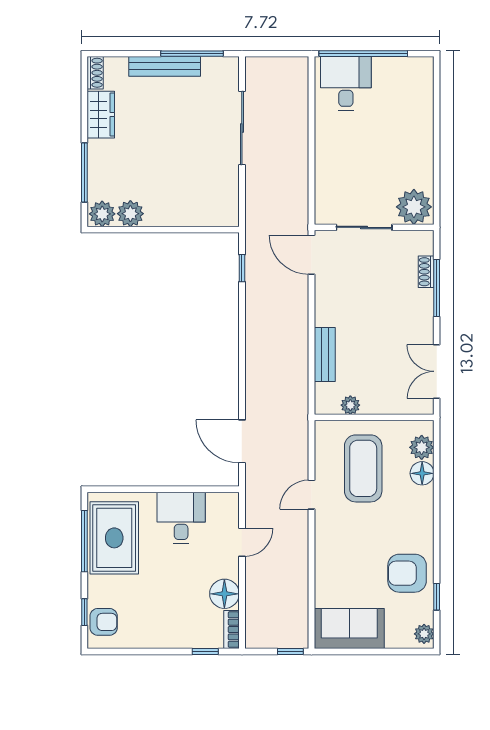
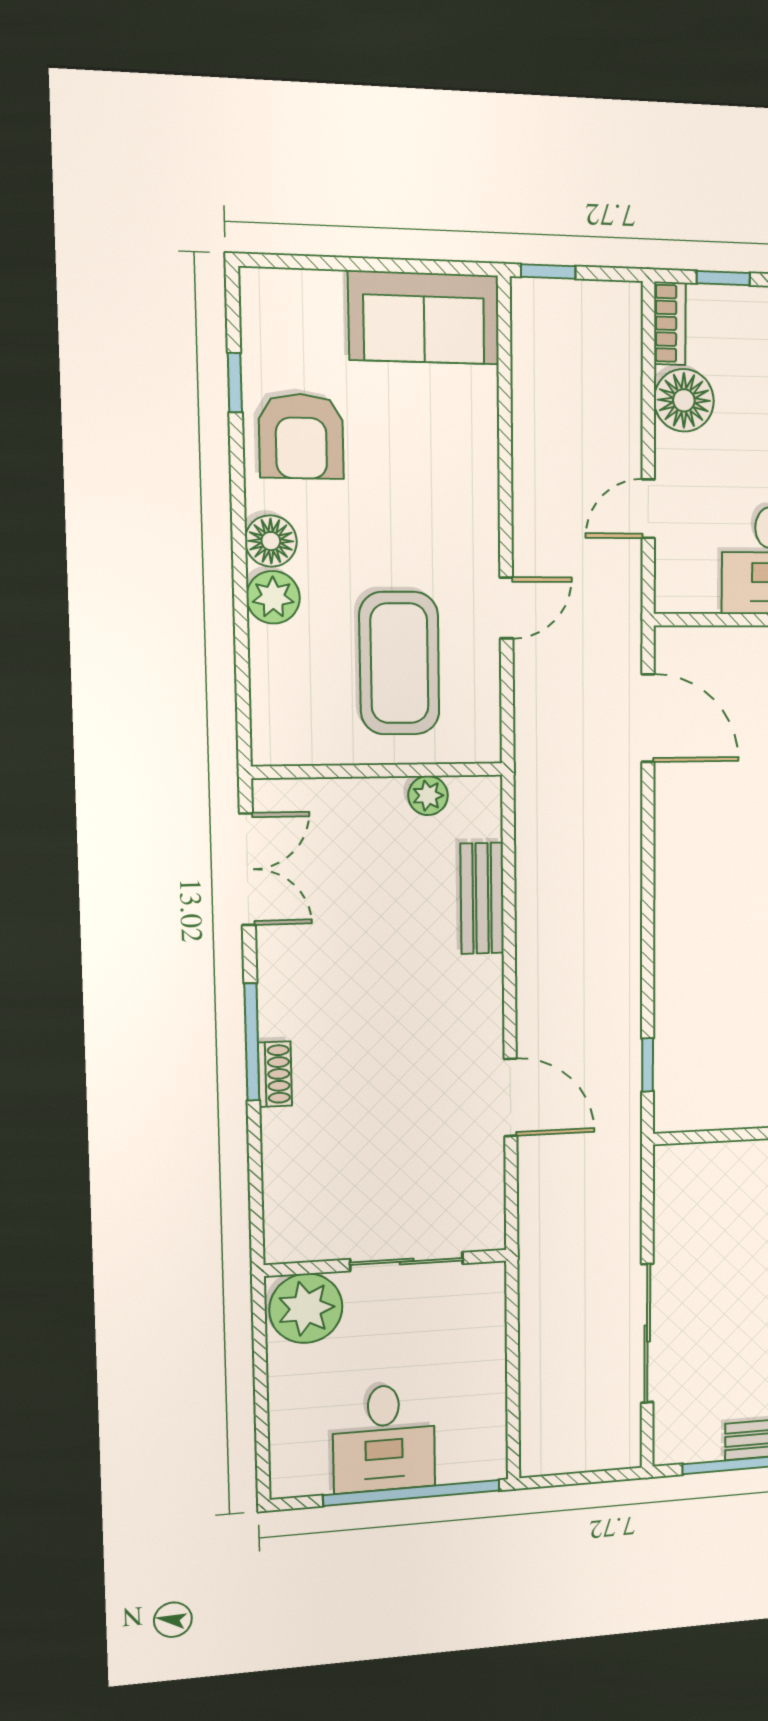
desk: (346, 84) -> (384, 1438), moved
plant: (414, 207) -> (306, 1308), moved
sliding door: (364, 227) -> (407, 1262), moved
wall: (374, 227) -> (386, 1263), moved
plant: (422, 447) -> (273, 597), moved
floor lamp: (422, 473) -> (271, 541), moved
armchair: (407, 573) -> (301, 436), turned 90
plant: (424, 634) -> (261, 300), removed

